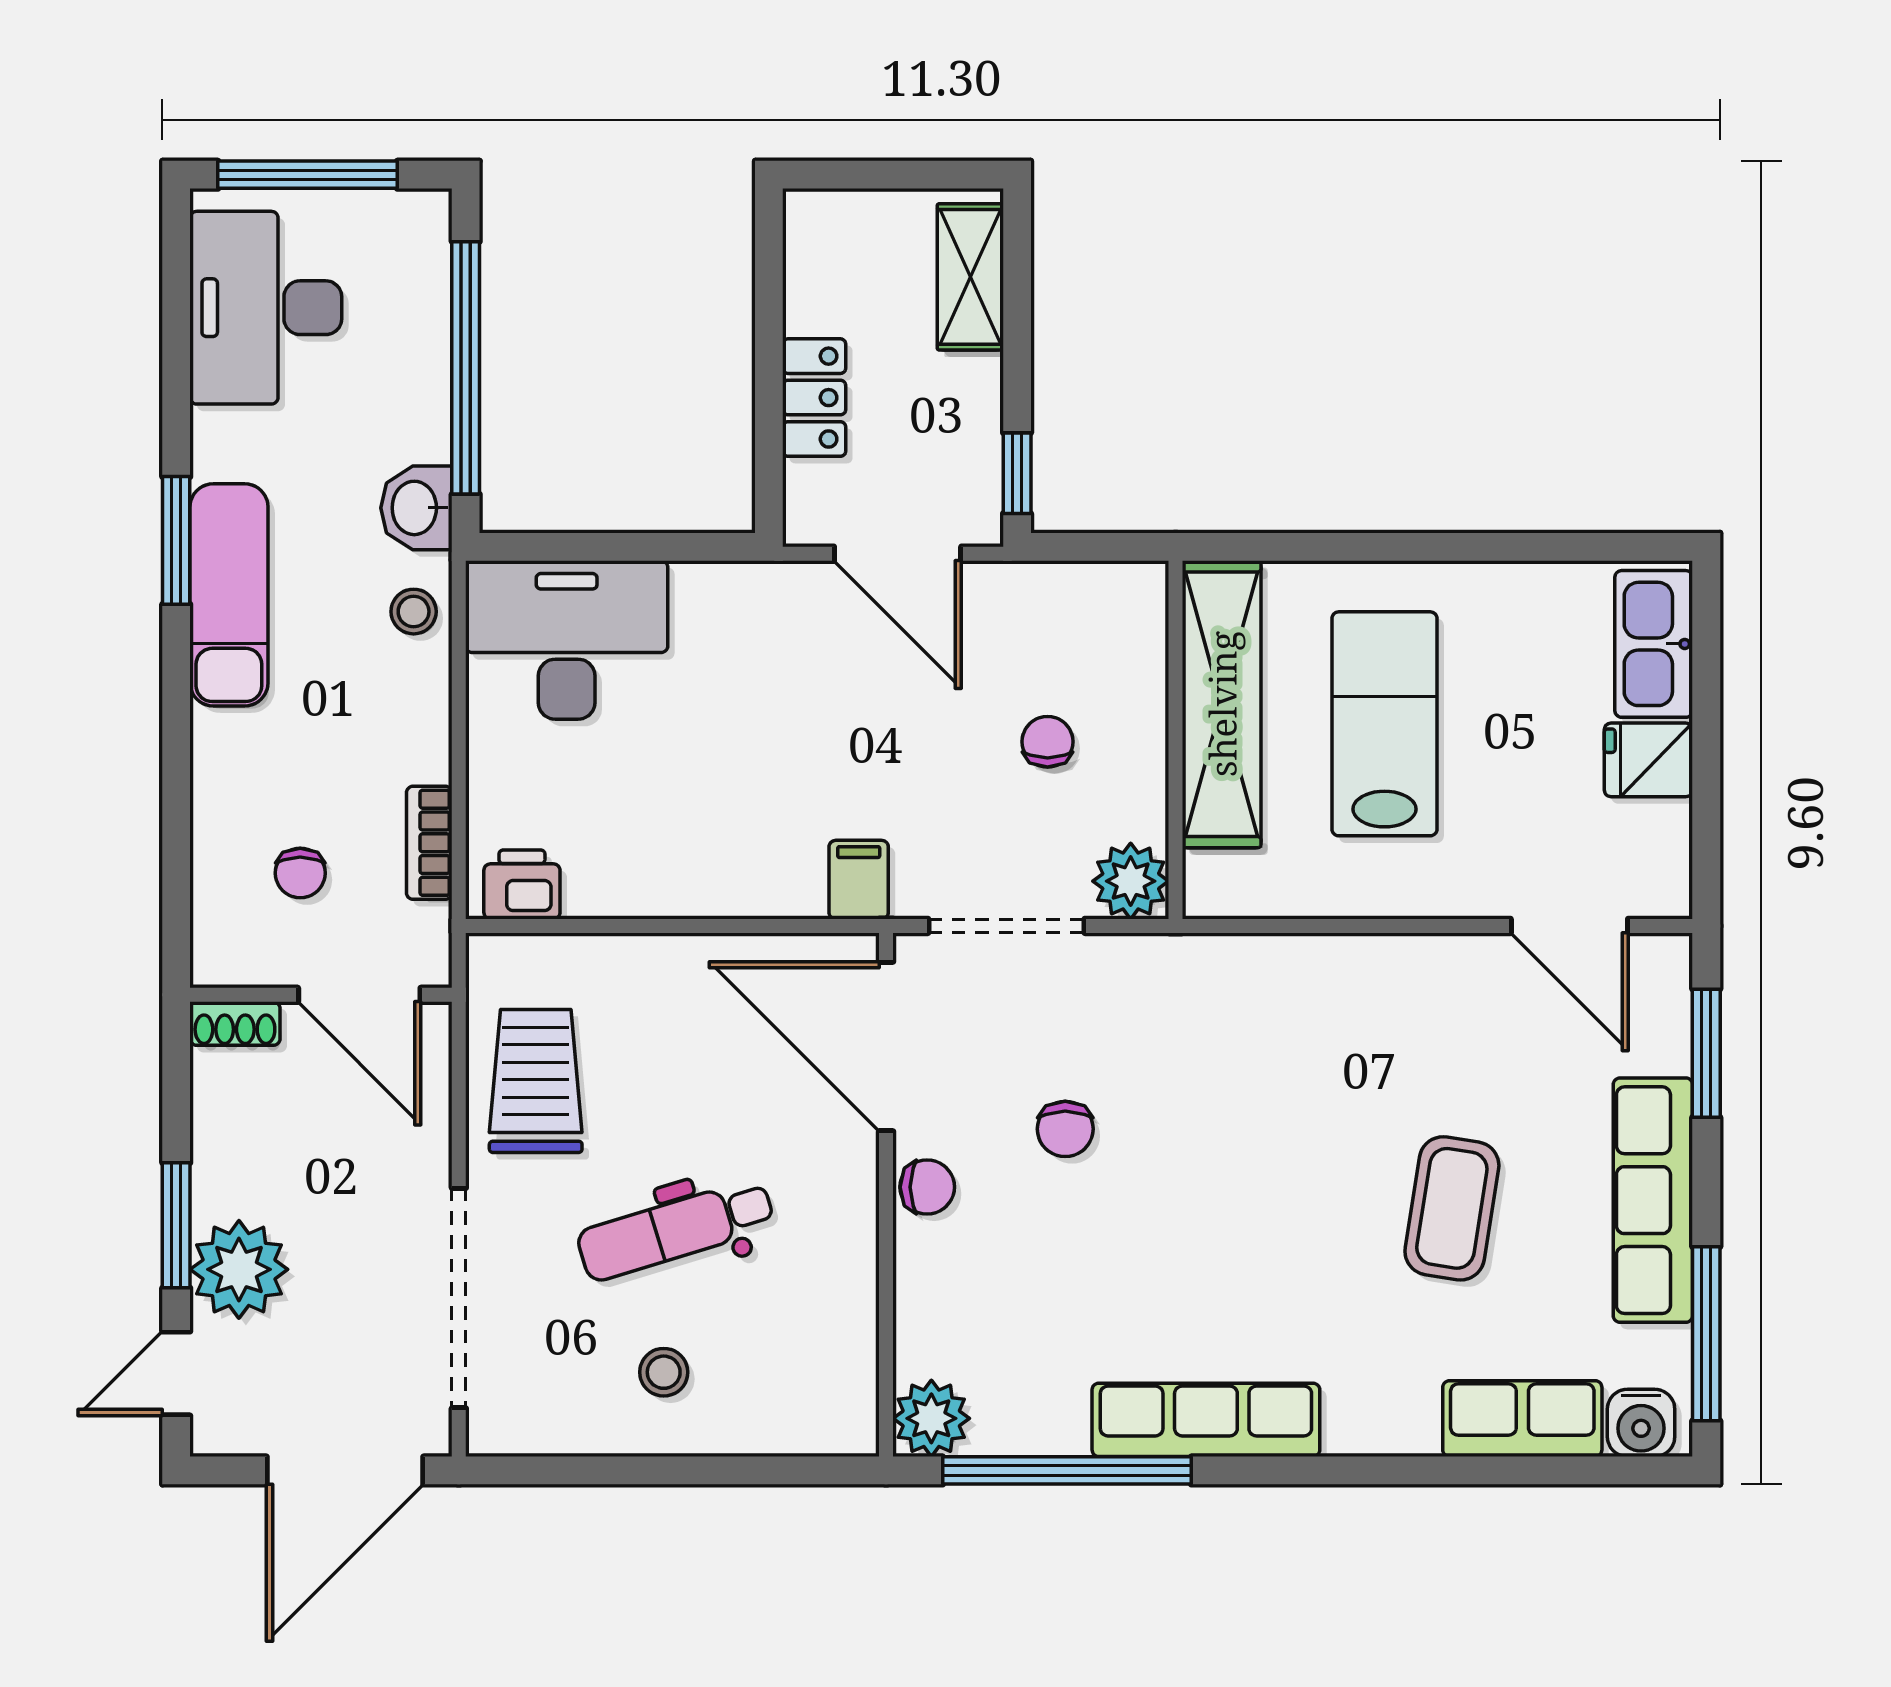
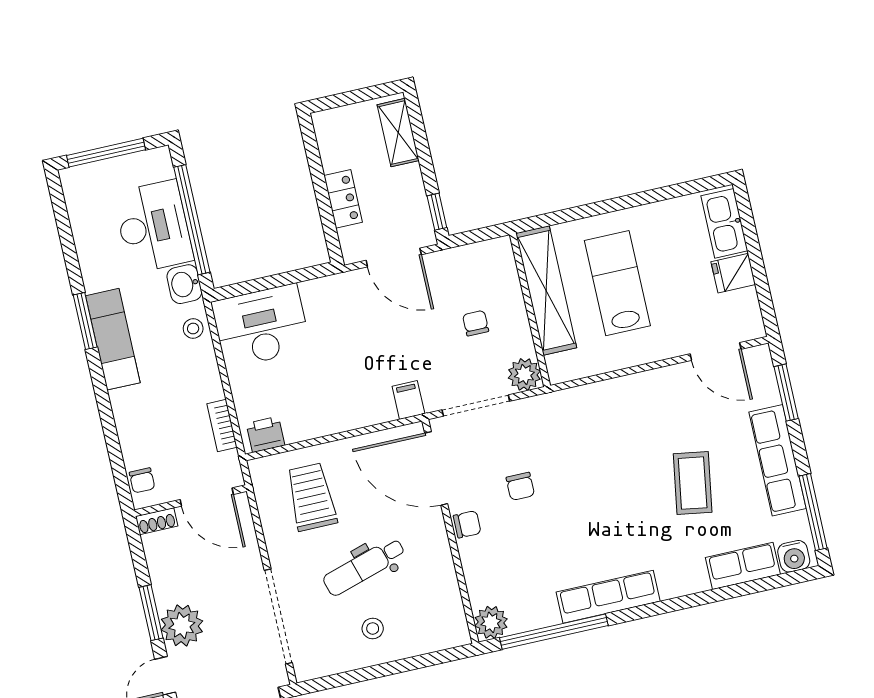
desk: (266, 308) -> (153, 227), moved, turned 180
chair: (300, 873) -> (142, 480), moved
trolley: (536, 1081) -> (311, 497), moved

